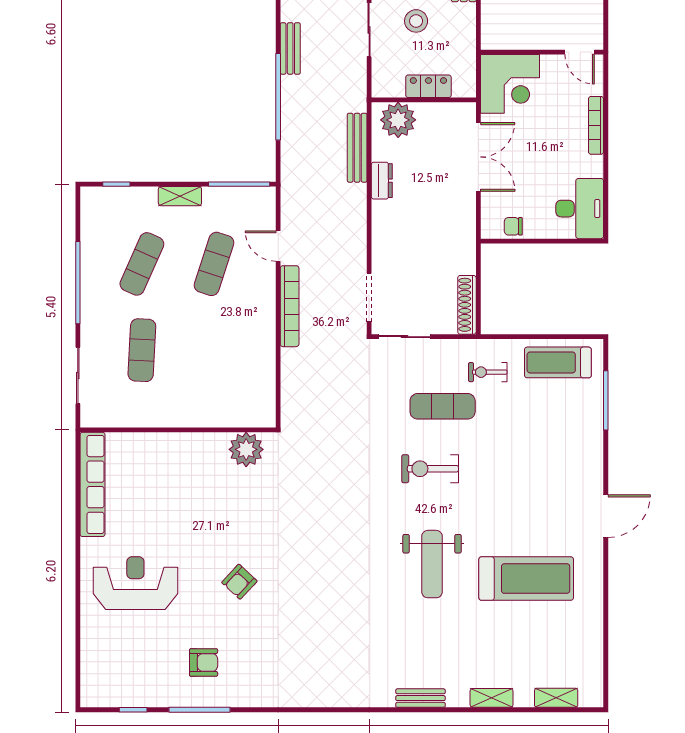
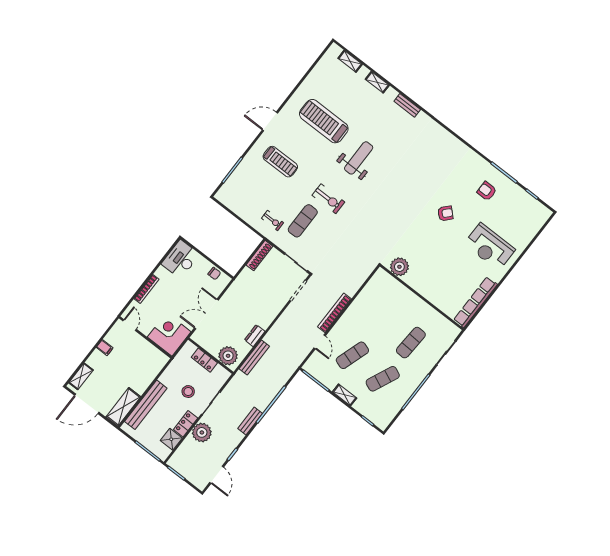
treadmill: (558, 362) -> (280, 162), moved
exercise mat: (443, 406) -> (303, 221), turned 90

